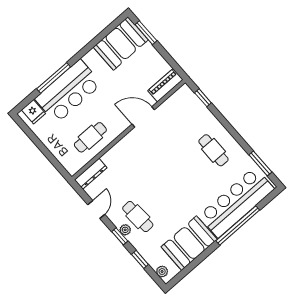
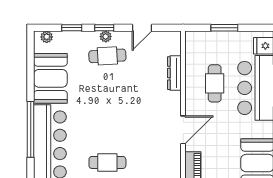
cafe table: (90, 137) -> (215, 83), moved
window: (45, 151) -> (224, 28), added
dresser: (91, 174) -> (174, 73), moved
door: (96, 210) -> (142, 28), hinge flipped

